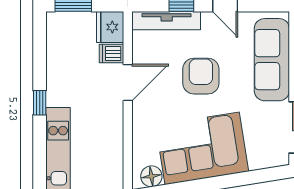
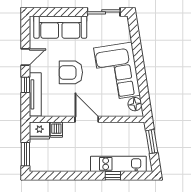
door: (128, 83) -> (87, 119), moved
window: (40, 103) -> (113, 176), moved

